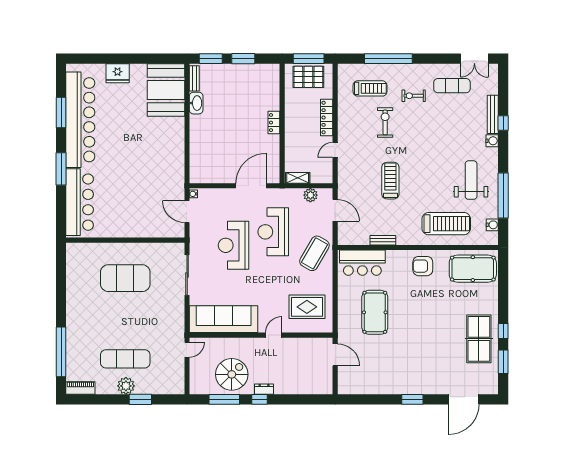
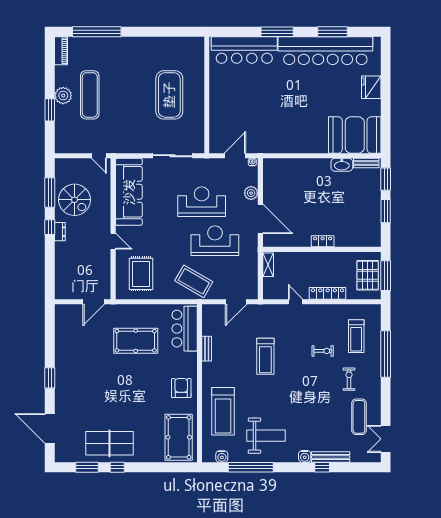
exercise bike: (385, 122) -> (323, 351), width x0.73, depth x0.72
treadmill: (390, 181) -> (265, 356), turned 90
plant: (310, 195) -> (251, 193), moved

